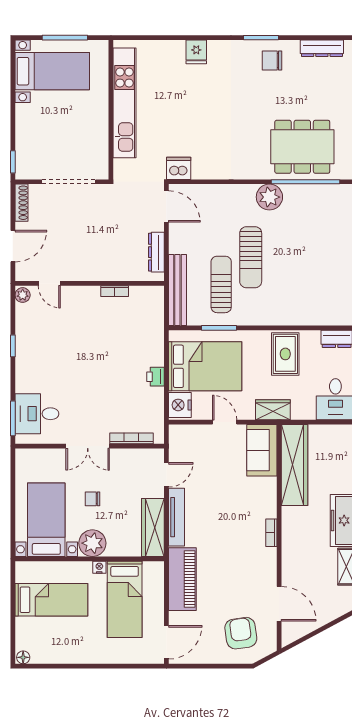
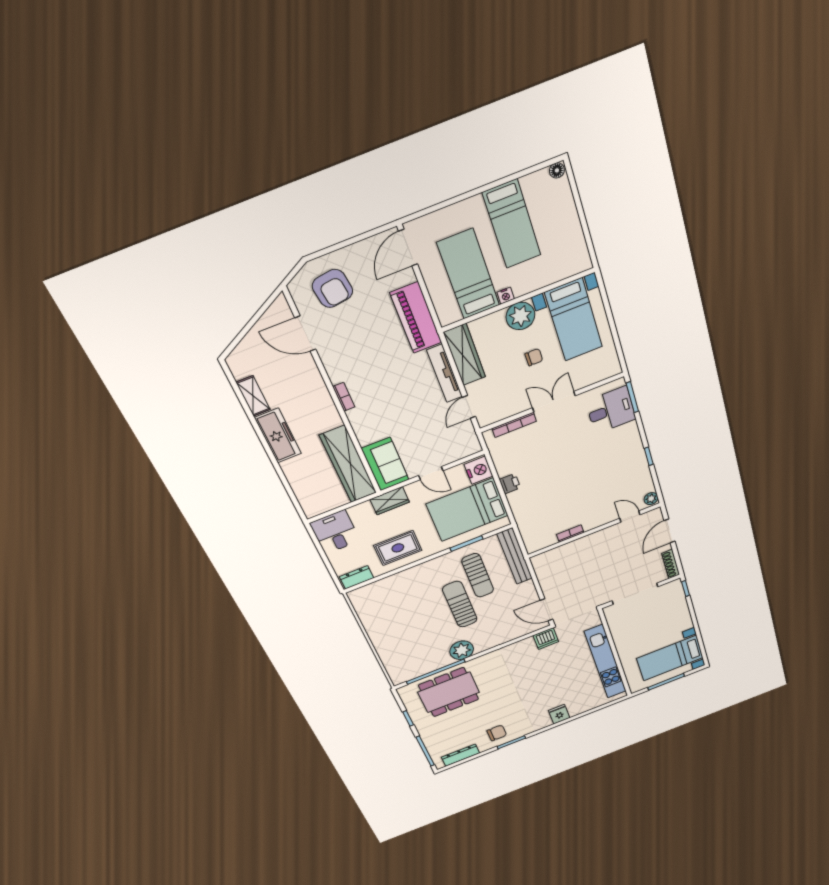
dresser: (156, 252) -> (543, 576), removed
rug: (285, 354) -> (398, 548), turned 90
bed: (51, 600) -> (512, 224), moved, turned -90

